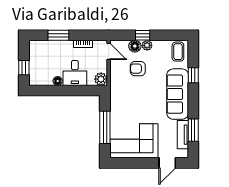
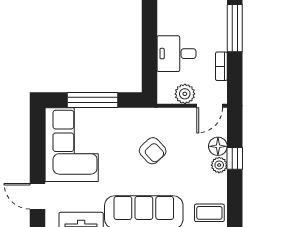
window: (58, 35) -> (235, 28), width x1.44
armchair: (138, 69) -> (153, 151), moved, turned 137
plant: (101, 79) -> (185, 94), moved
floor lamp: (58, 81) -> (164, 27), removed

